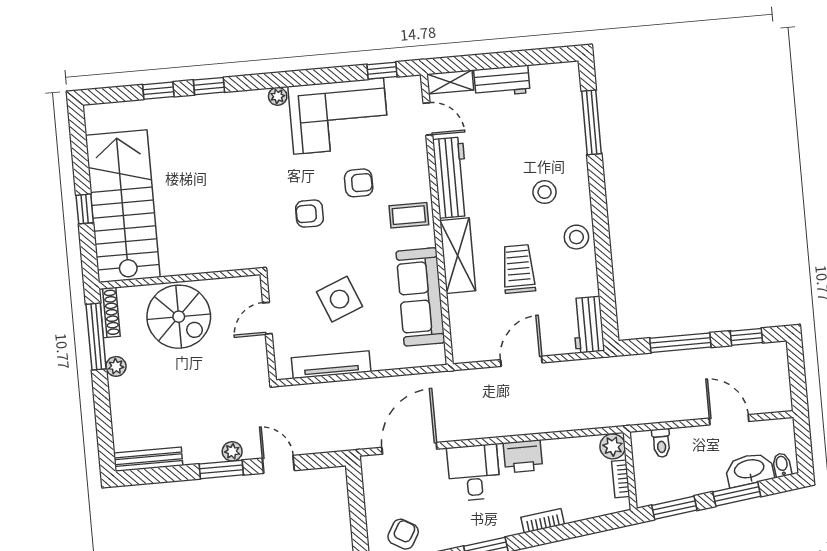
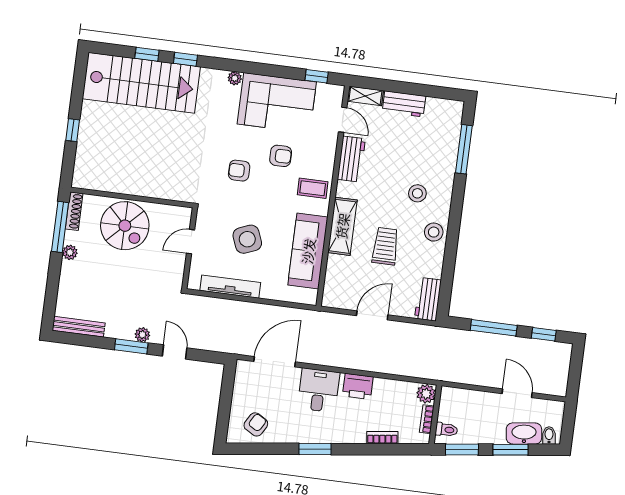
workbench: (451, 178) -> (351, 159), width x0.73
stairs: (123, 206) -> (141, 83), moved, turned 90
toilet: (661, 443) -> (446, 430), moved, turned -90
bookcase: (543, 521) -> (382, 438), moved

